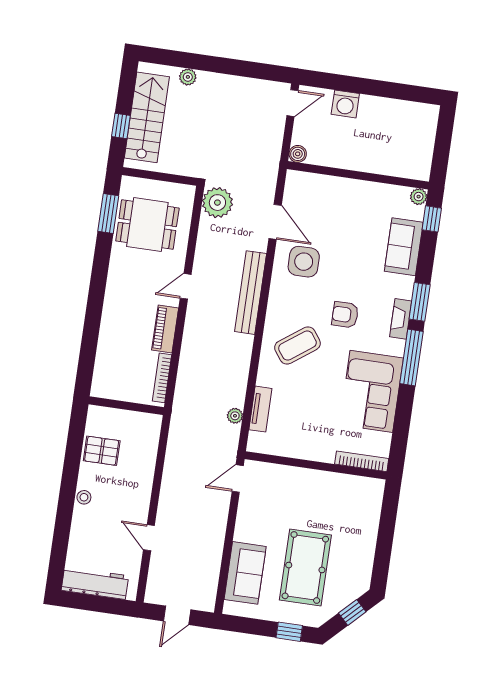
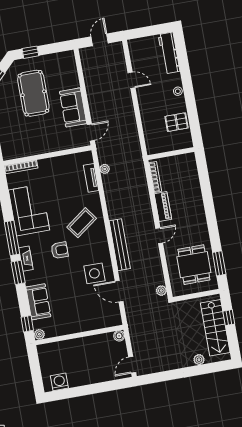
washing machine: (345, 104) -> (59, 382), moved
plant: (217, 203) -> (161, 291), width x0.53, depth x0.53
dining table: (147, 224) -> (194, 265), turned 90
sofa: (245, 573) -> (73, 107), moved
workbench: (95, 583) -> (169, 53), moved, turned 90

